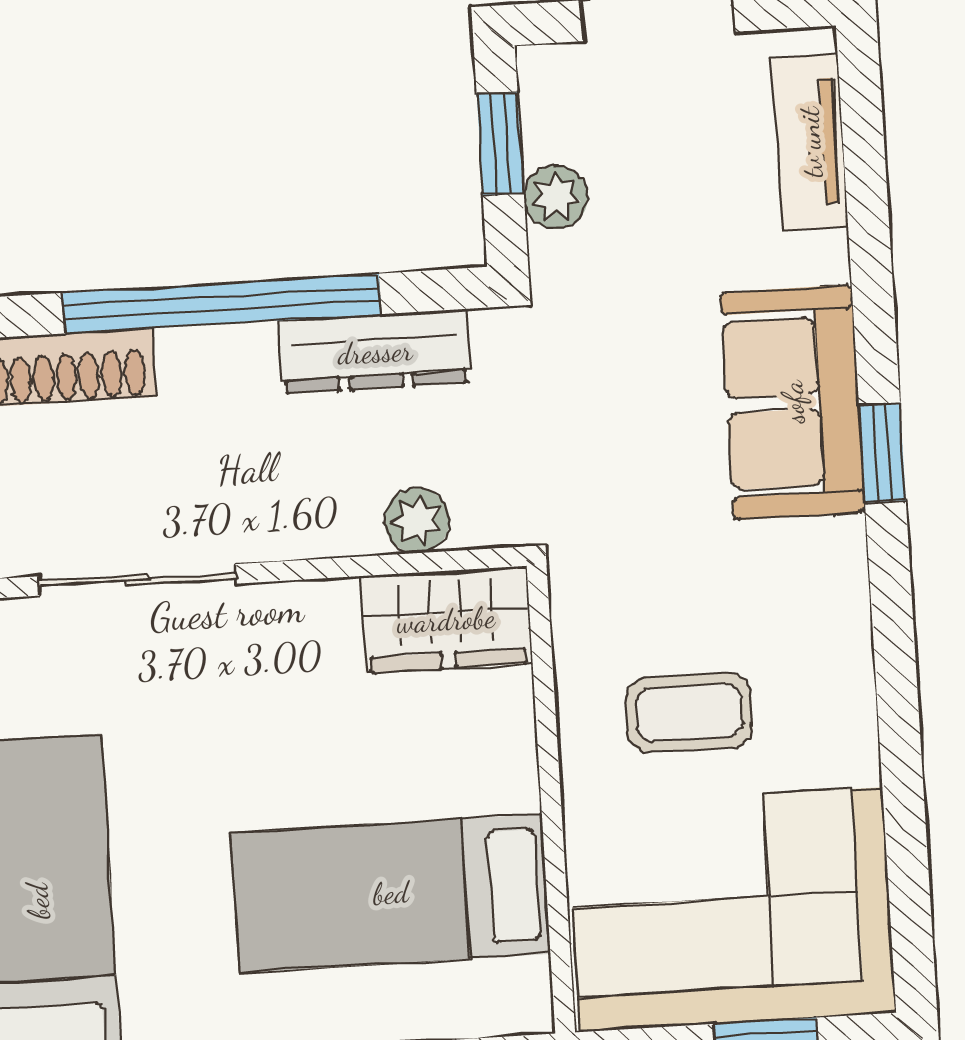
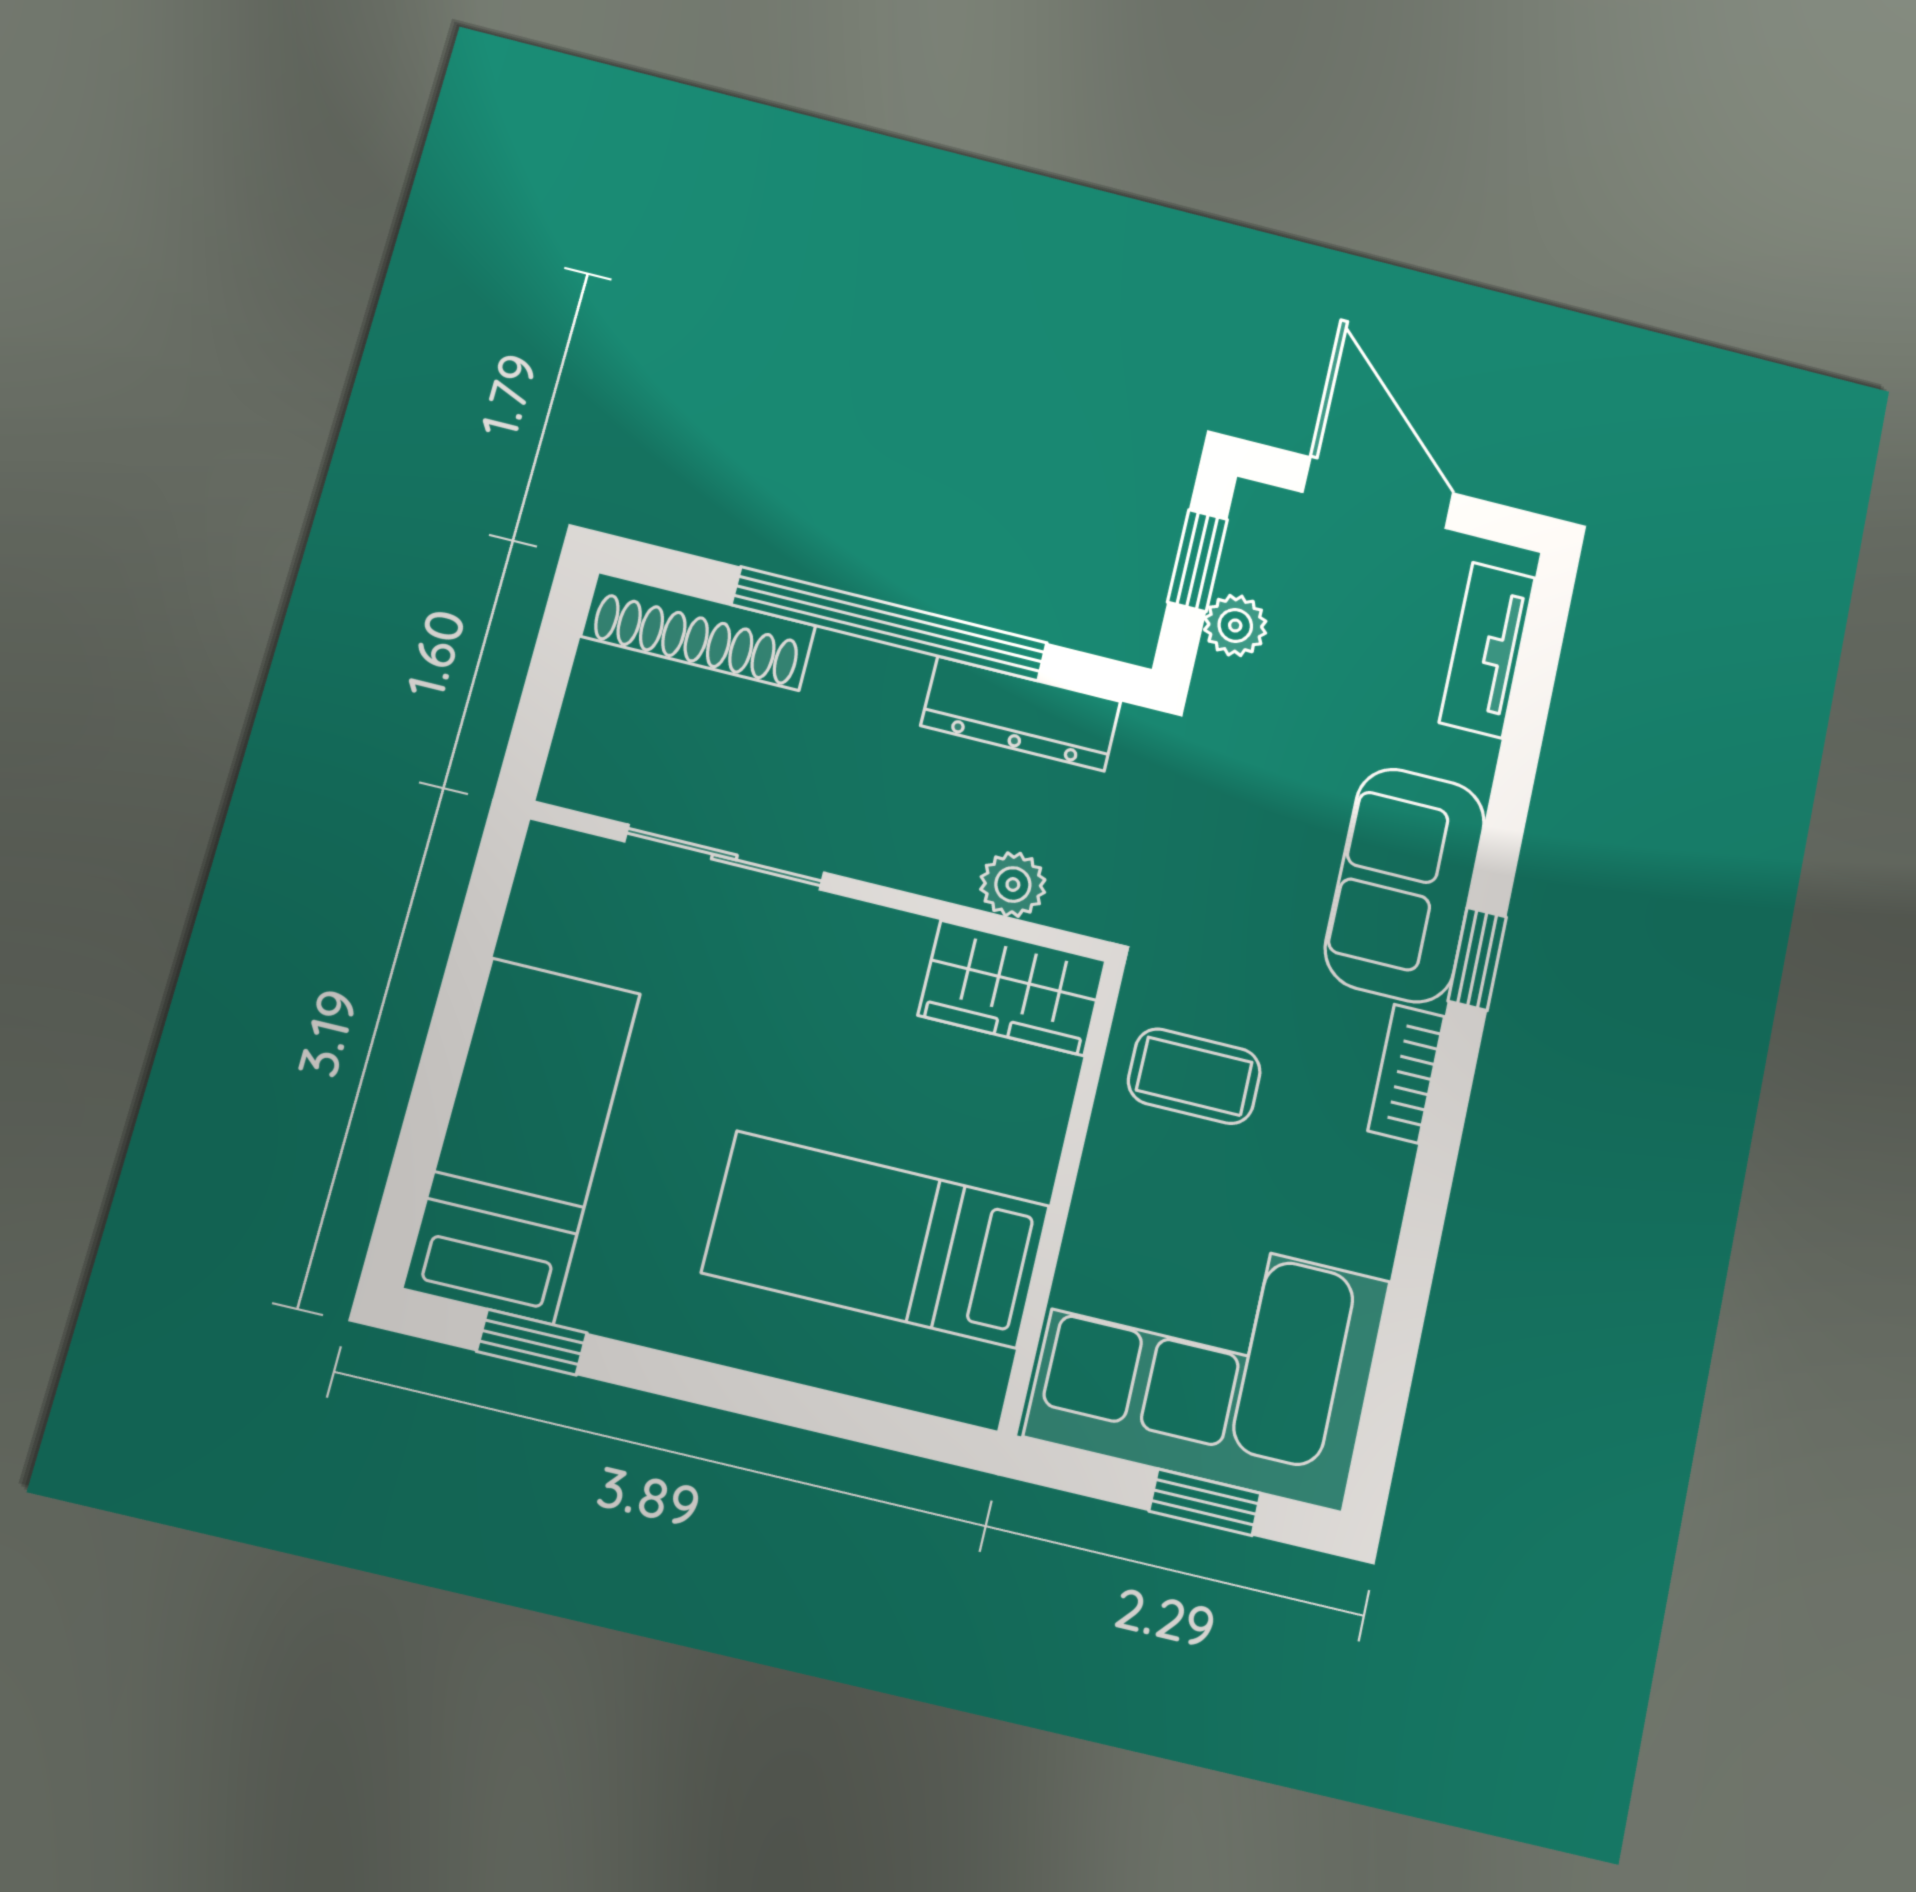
bookcase: (844, 585) -> (1406, 1074), added
coffee table: (689, 712) -> (1194, 1076), moved

